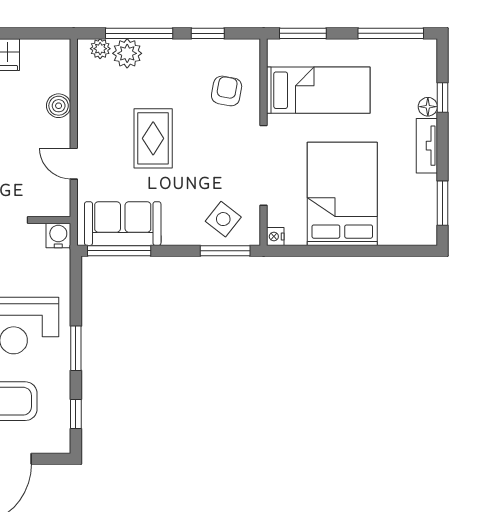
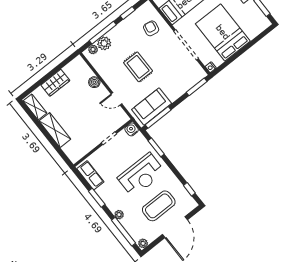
side table: (223, 219) -> (187, 76), removed
window: (76, 348) -> (156, 147), moved

